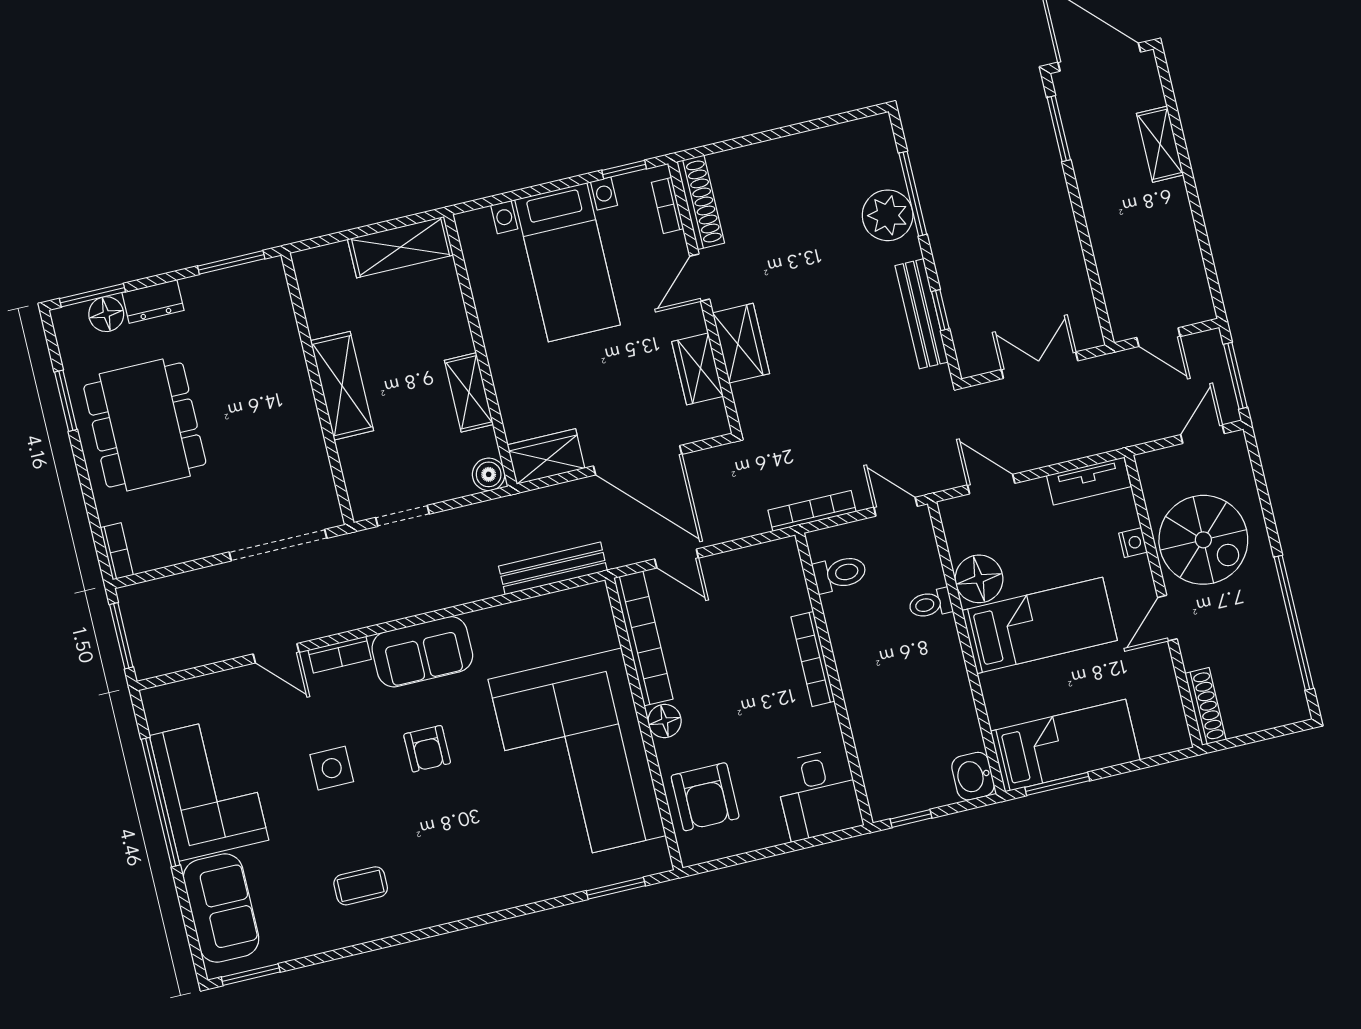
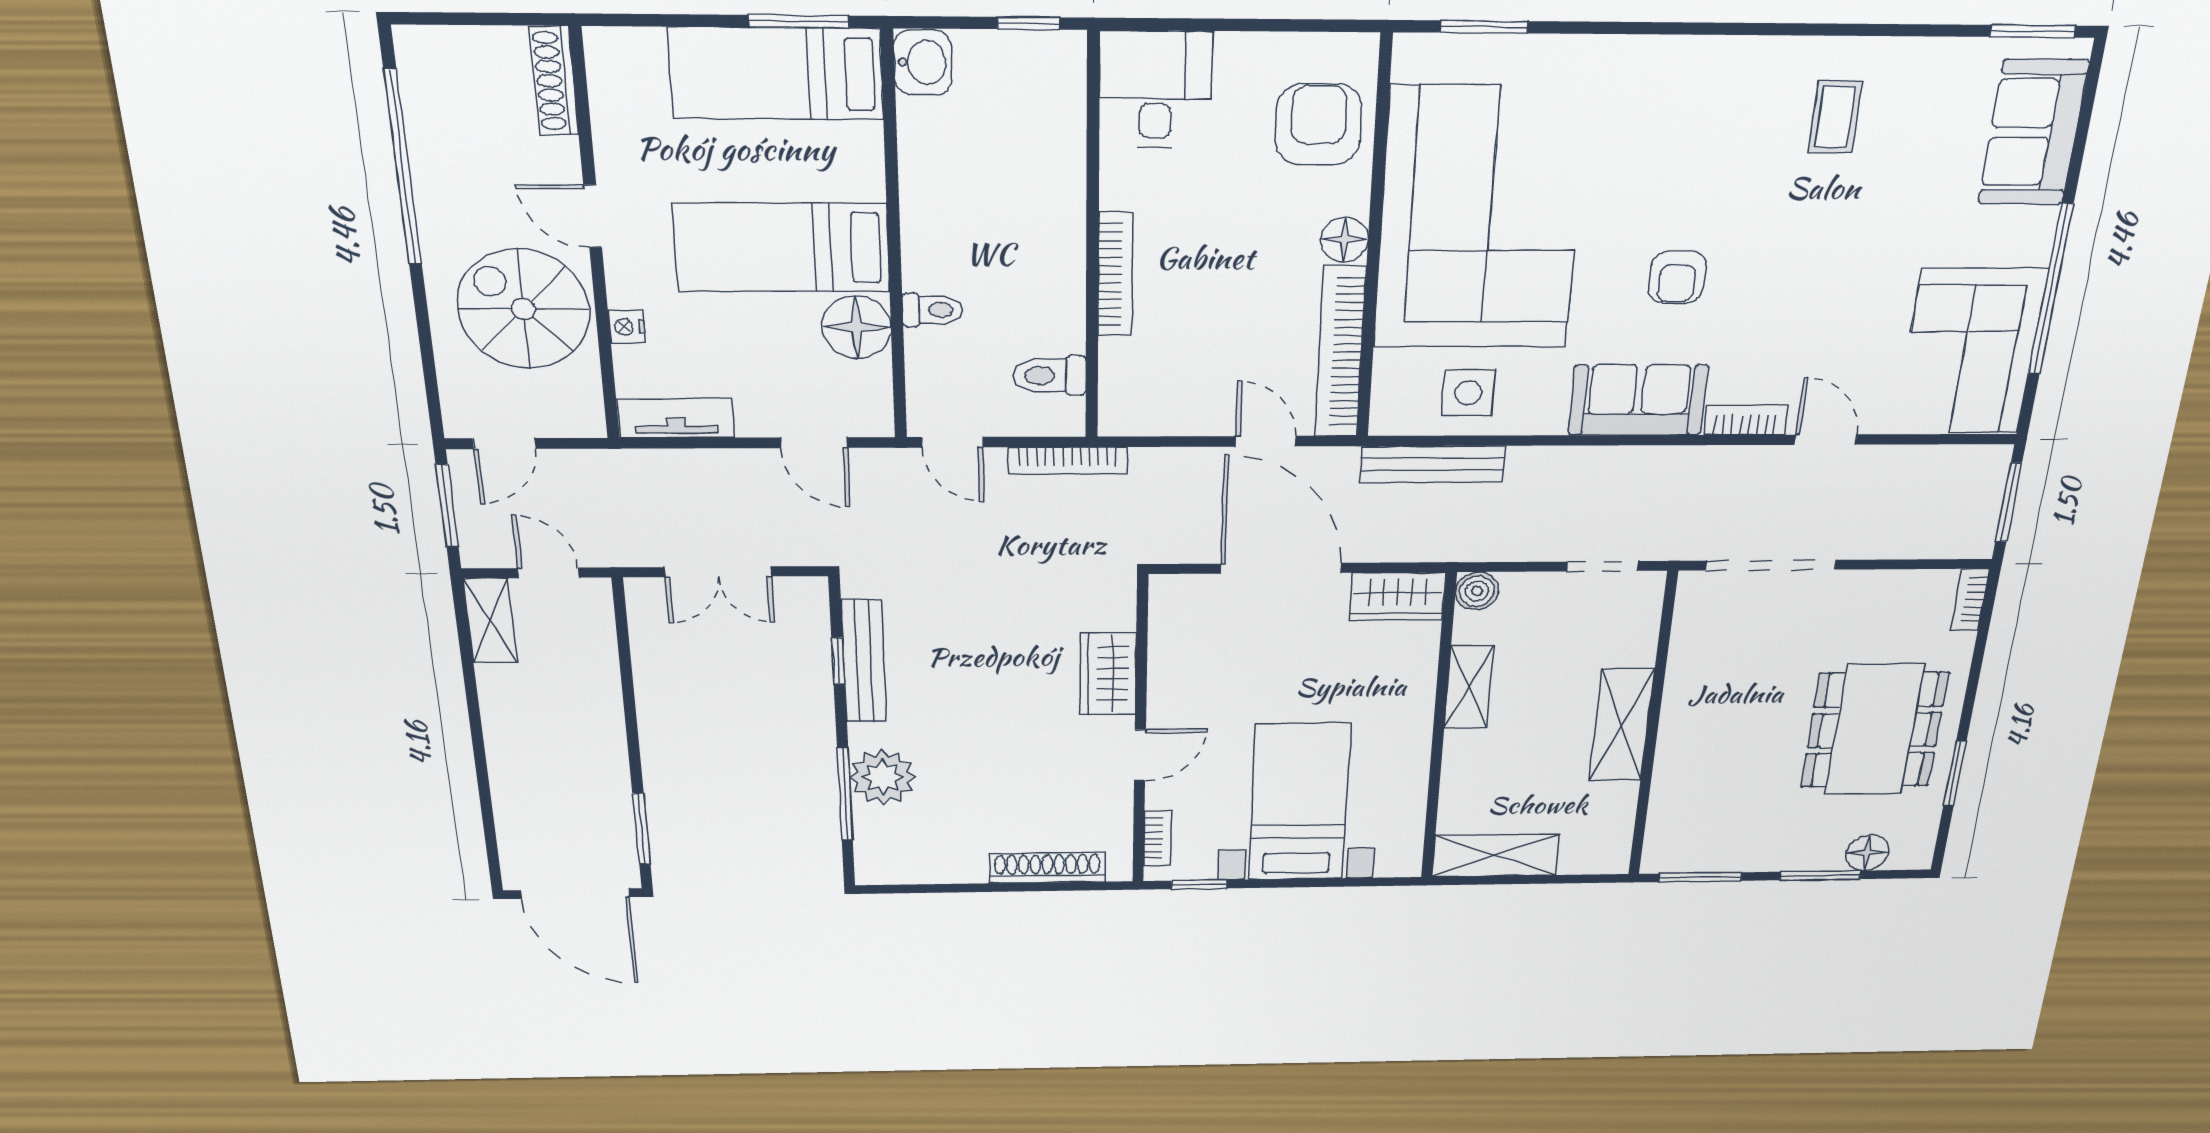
shelving: (1160, 144) -> (490, 621), moved
shoe rack: (701, 202) -> (1047, 868), moved, turned 90
window: (92, 295) -> (1820, 875), moved
dresser: (153, 301) -> (1808, 855), removed
wardrobe: (698, 369) -> (1172, 656), removed
door: (1167, 618) -> (593, 216), swing flipped
armchair: (427, 749) -> (1677, 277), turned 180
side table: (332, 768) -> (1468, 393), moved
corner sofa: (209, 788) -> (1970, 351), moved
coffee table: (361, 886) -> (1835, 117), turned 90

